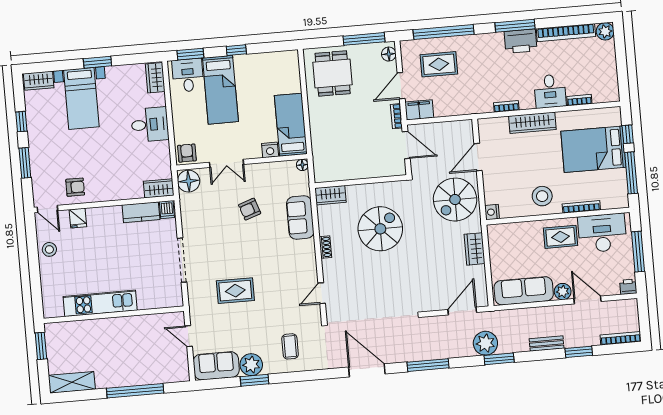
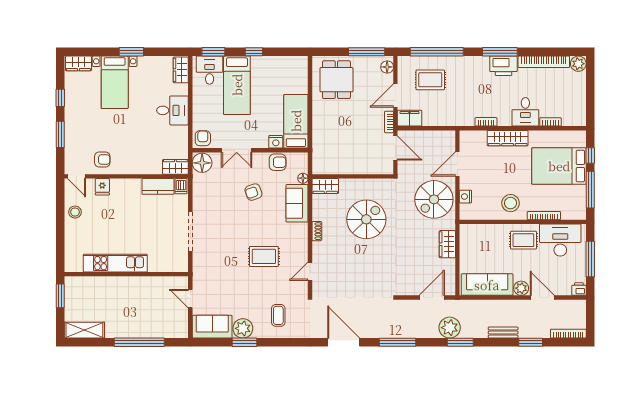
floor lamp: (302, 165) -> (303, 178), moved
armchair: (274, 173) -> (278, 162), added
nightstand: (492, 212) -> (465, 197), moved
rug: (235, 291) -> (264, 256), moved

